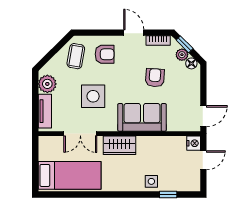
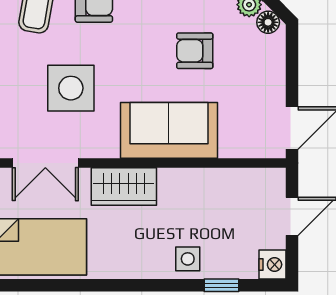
armchair: (155, 78) -> (195, 51), turned -94
nightstand: (194, 143) -> (272, 265), moved

